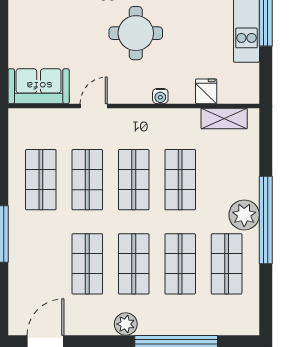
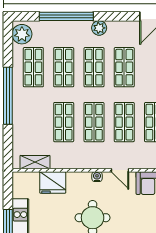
fridge: (206, 91) -> (53, 183), width x1.88, depth x1.34
water cooler: (160, 96) -> (97, 177), moved
door: (94, 106) -> (120, 170), hinge flipped
plant: (244, 215) -> (22, 34), moved

